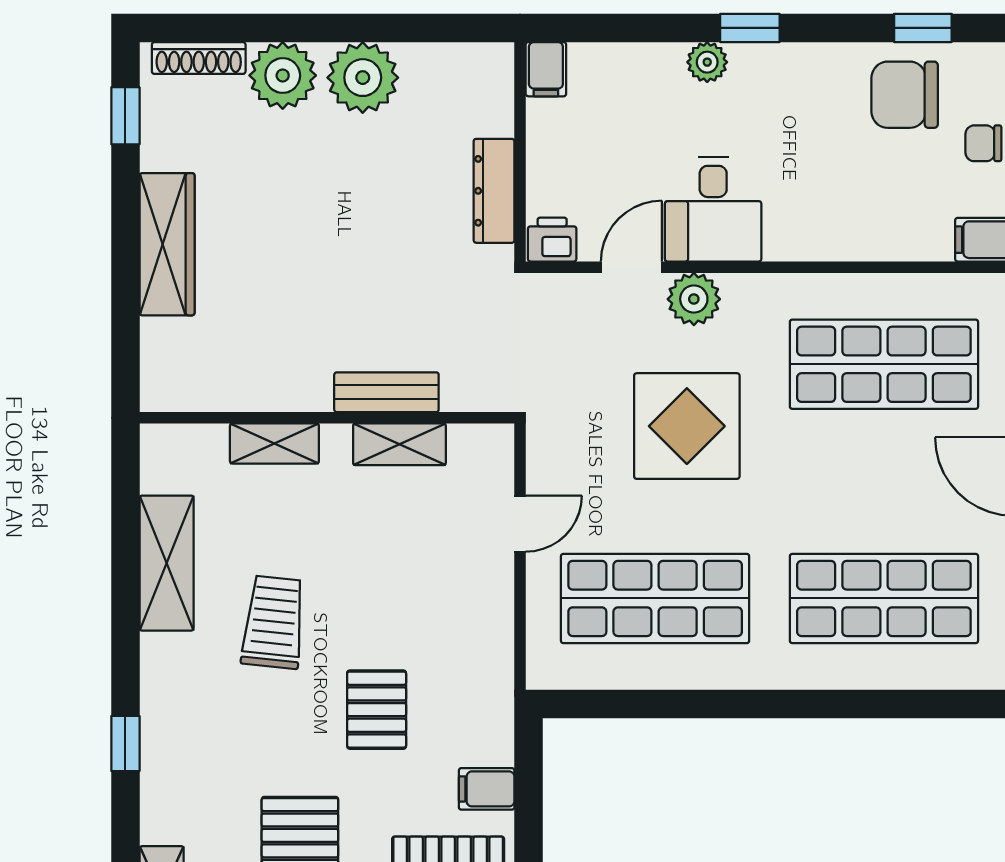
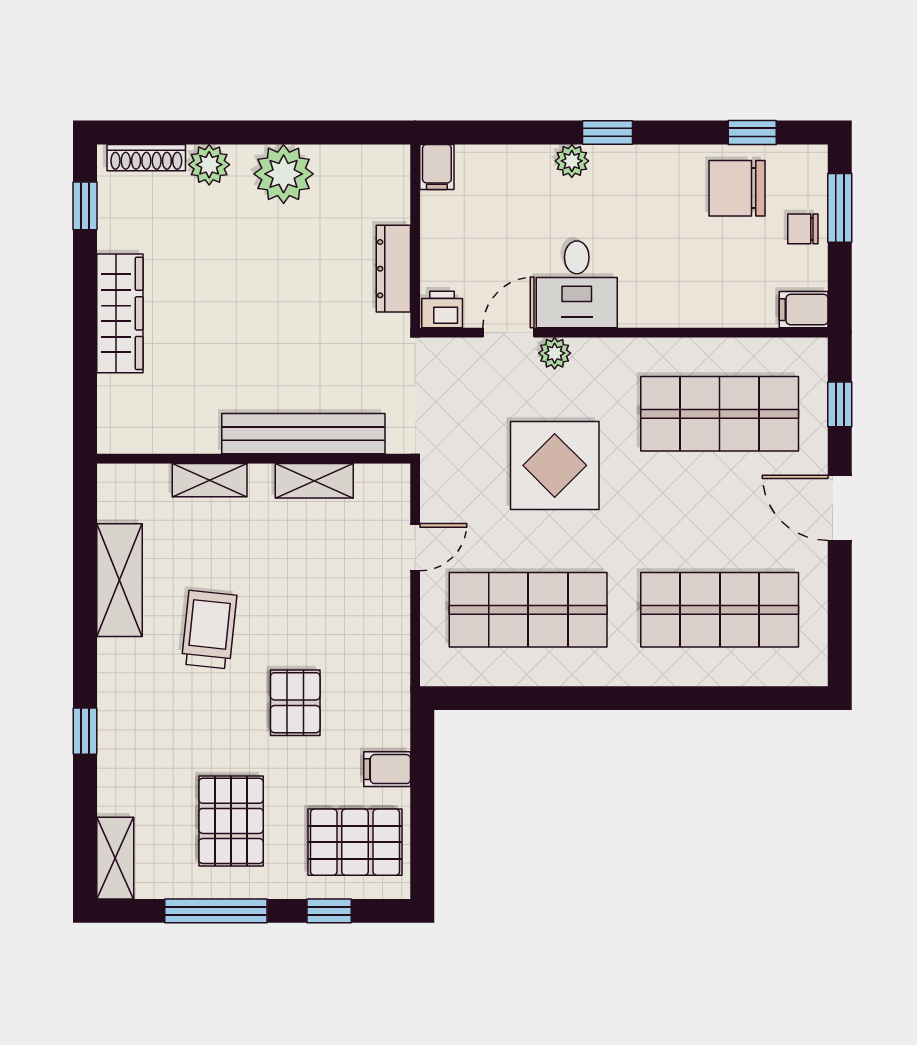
plant: (283, 75) -> (209, 165), width x0.73, depth x0.73
plant: (694, 299) -> (555, 353), width x0.73, depth x0.73
bench: (386, 392) -> (303, 434), width x1.86, depth x1.21

